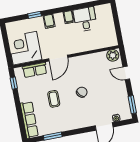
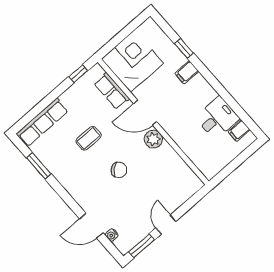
filing cabinet: (69, 17) -> (239, 131), moved
plant: (113, 55) -> (153, 139), moved
door: (126, 73) -> (166, 224), moved

